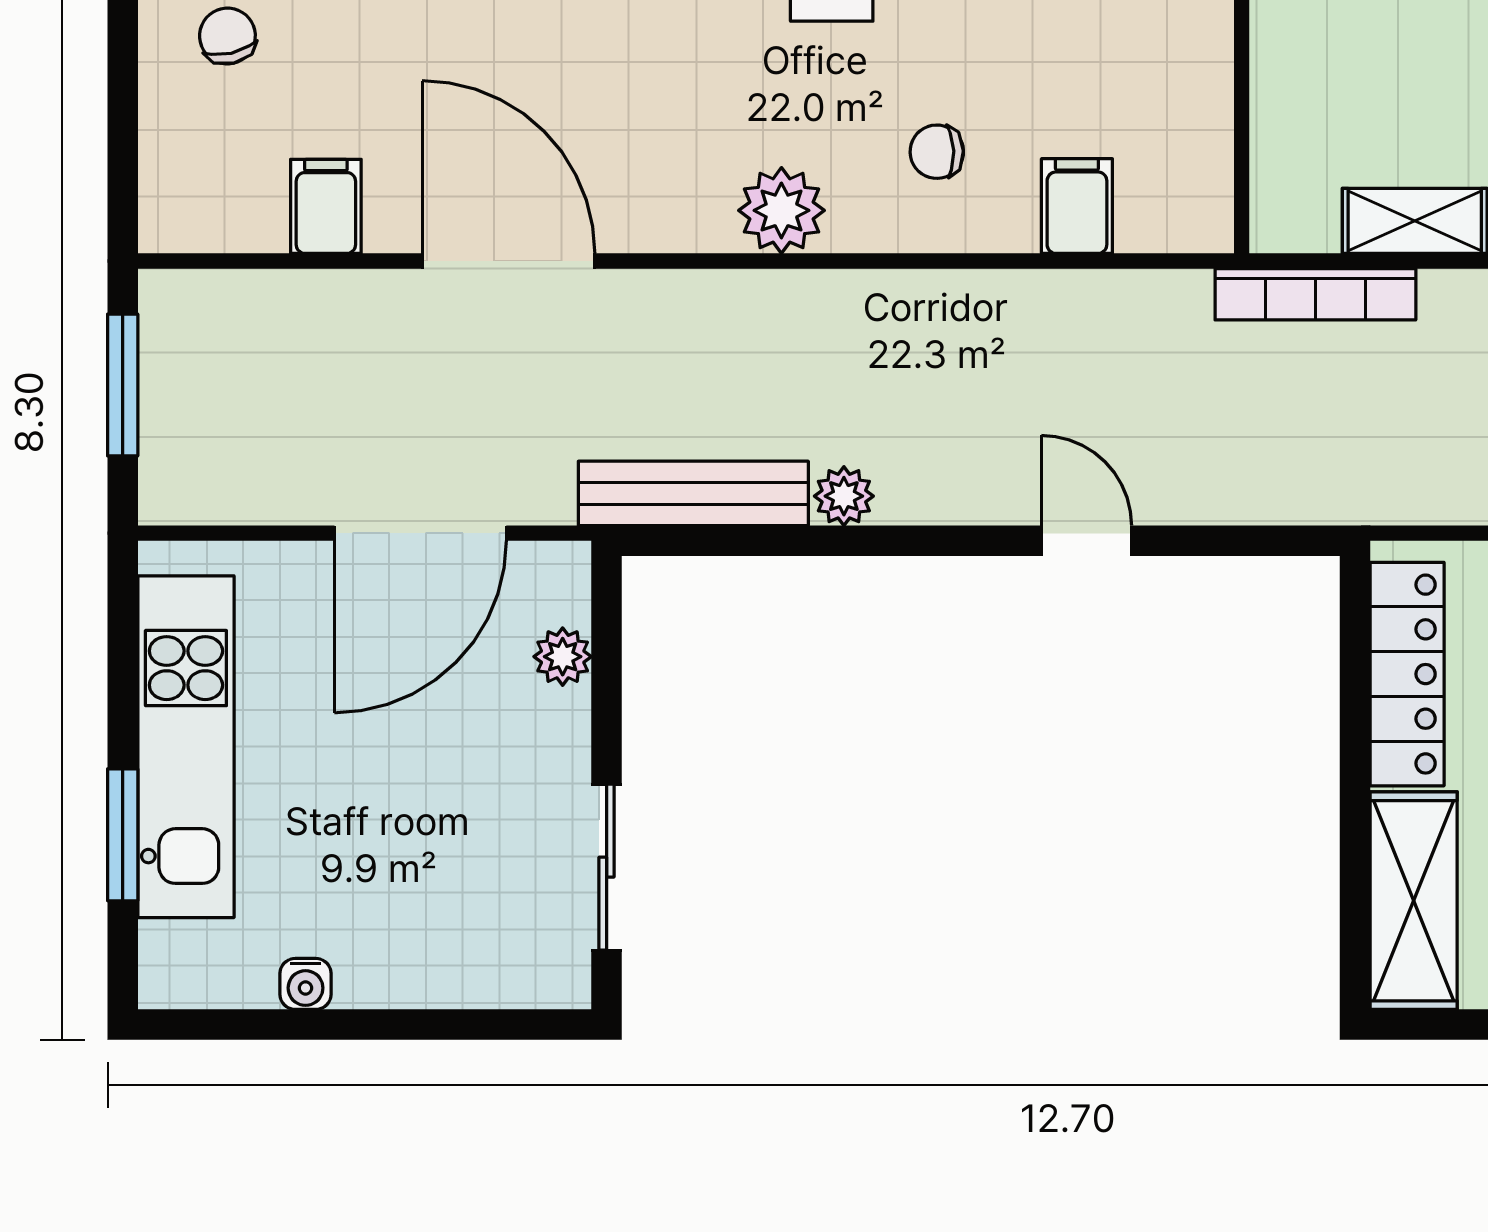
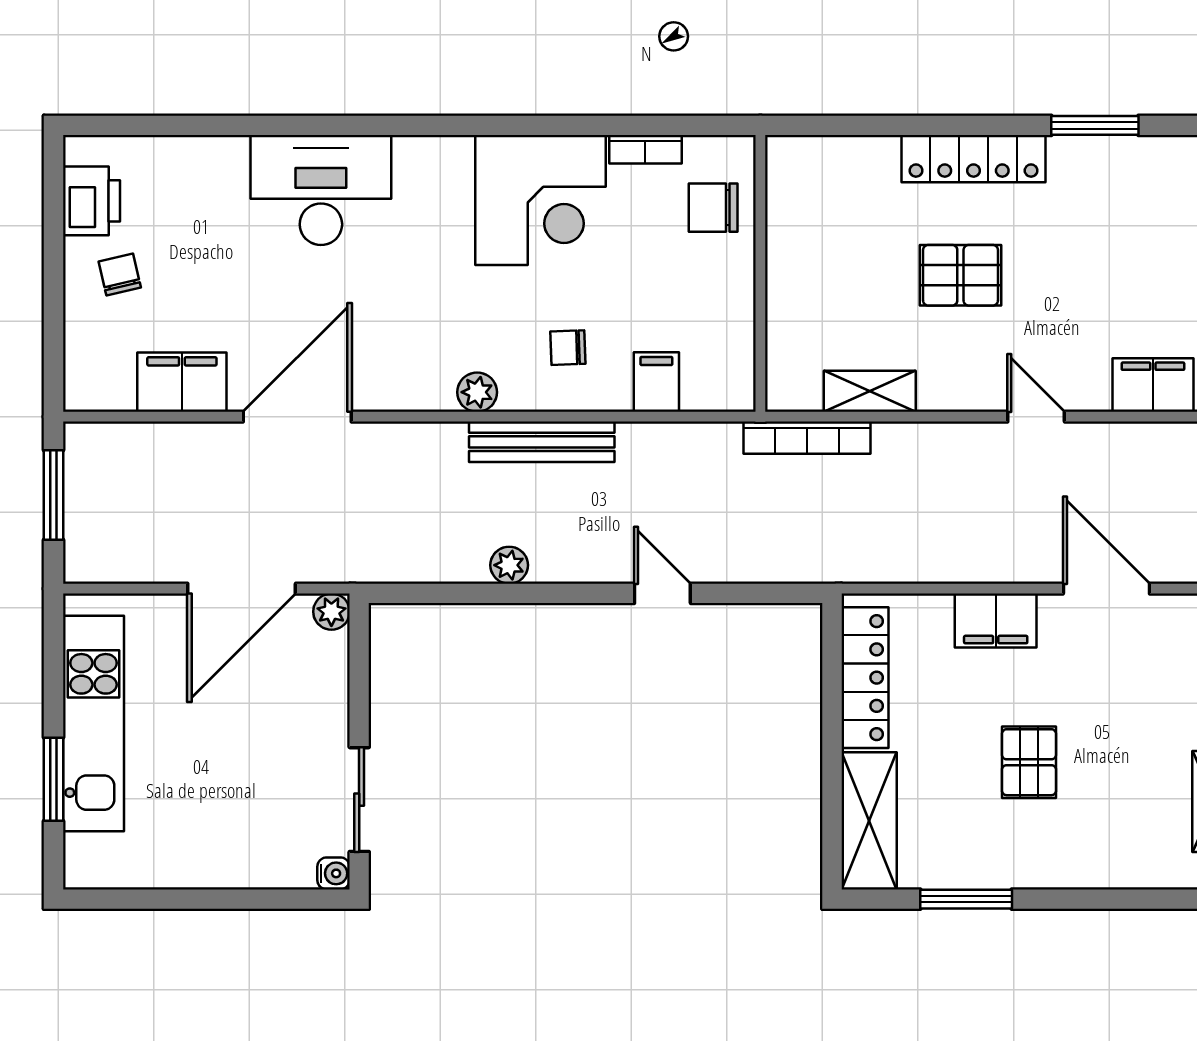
filing cabinet: (326, 206) -> (182, 382), width x2.00
plant: (781, 210) -> (477, 392), width x0.73, depth x0.73
door: (508, 261) -> (297, 417), hinge flipped
bench: (693, 493) -> (542, 442), moved
plant: (563, 657) -> (331, 612), moved
water cooler: (306, 984) -> (334, 873), moved, turned -90

